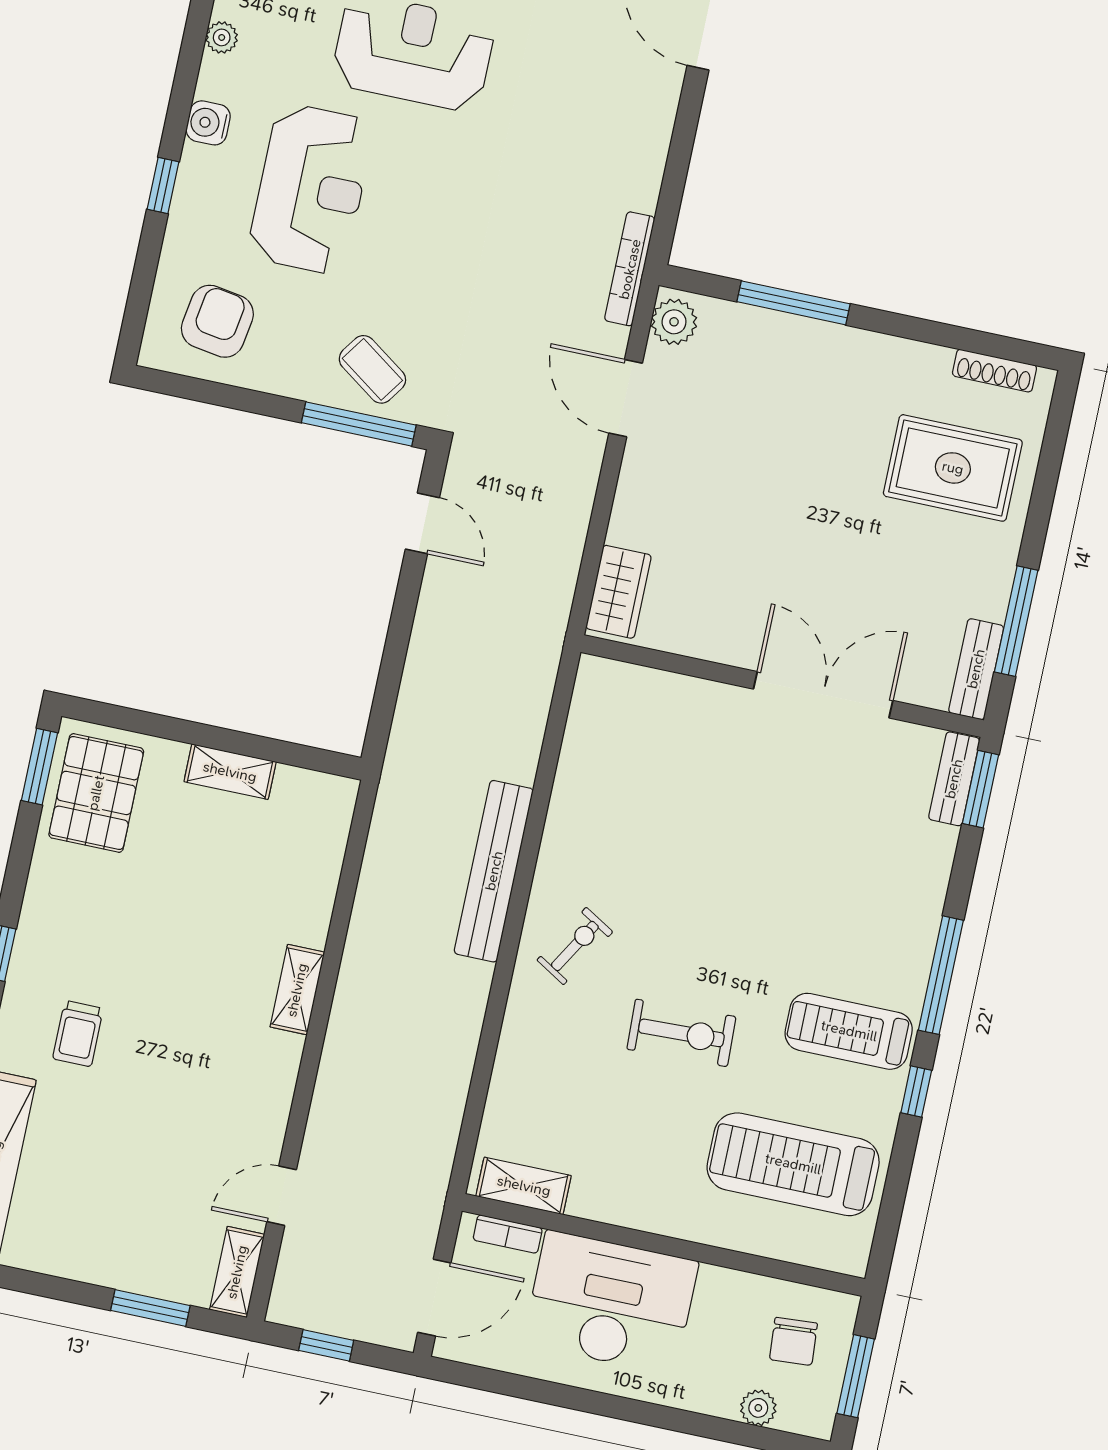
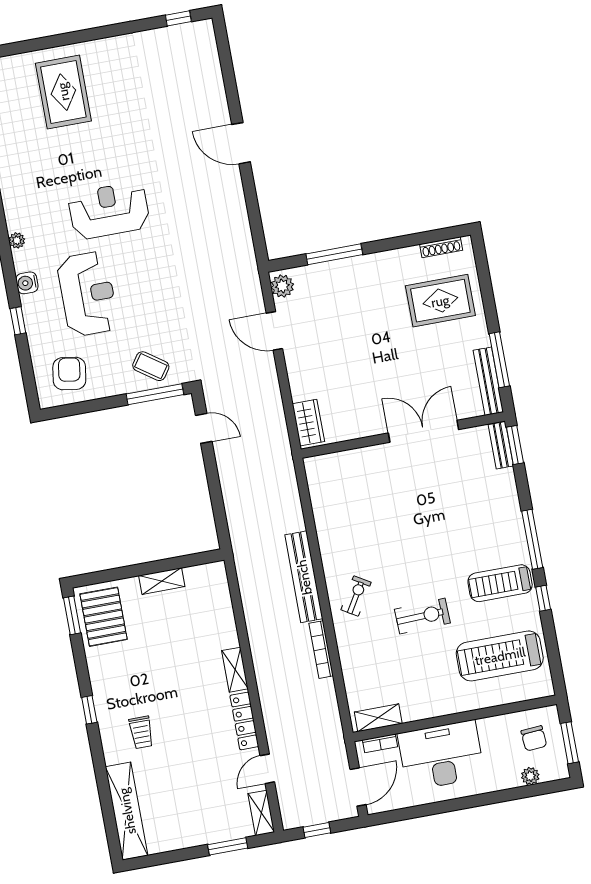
bookcase: (630, 269) -> (321, 650), moved
bench: (976, 669) -> (488, 381), width x1.36
locker: (276, 1091) -> (244, 721), added

